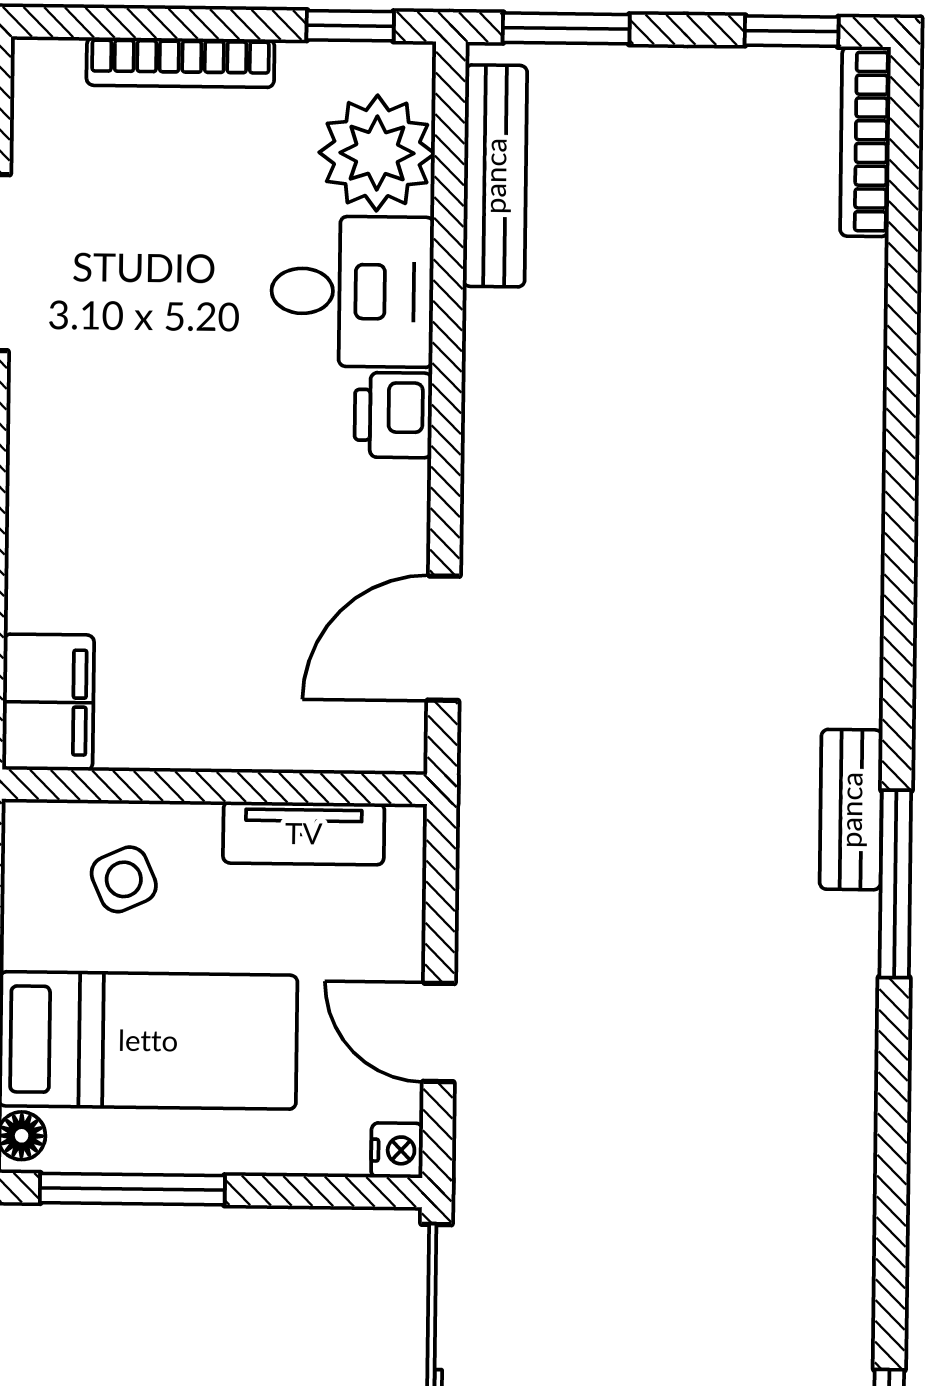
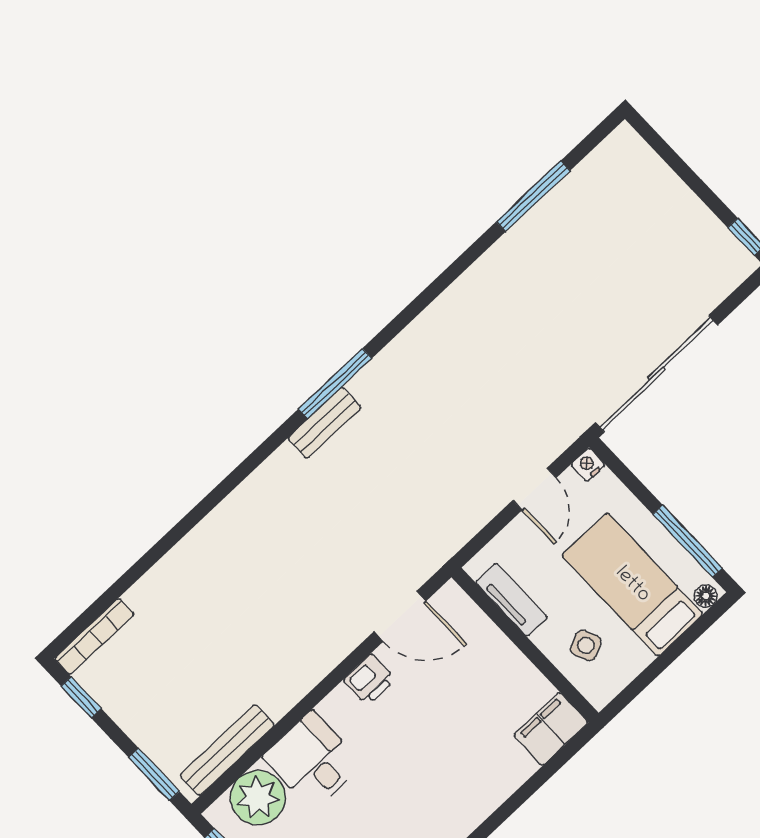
printer: (393, 415) -> (369, 680), moved

